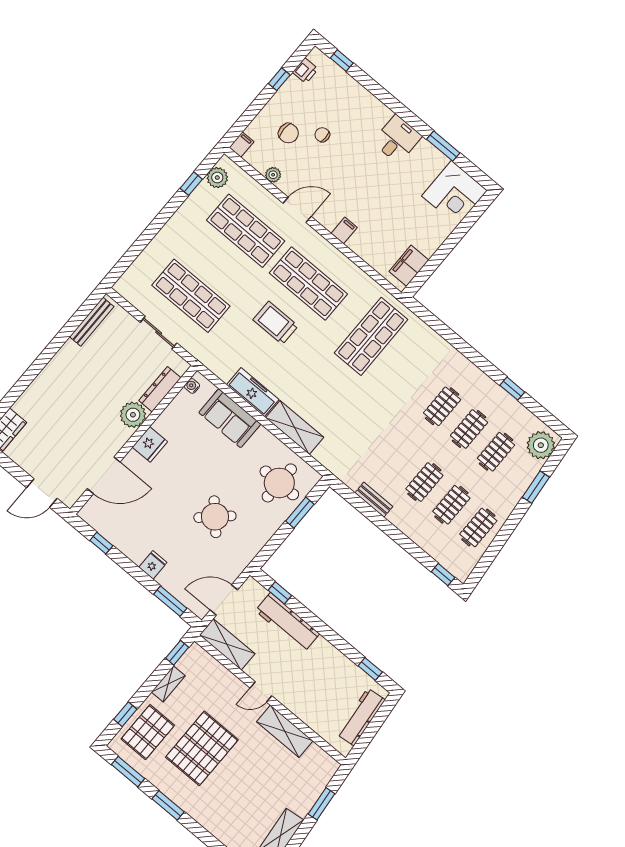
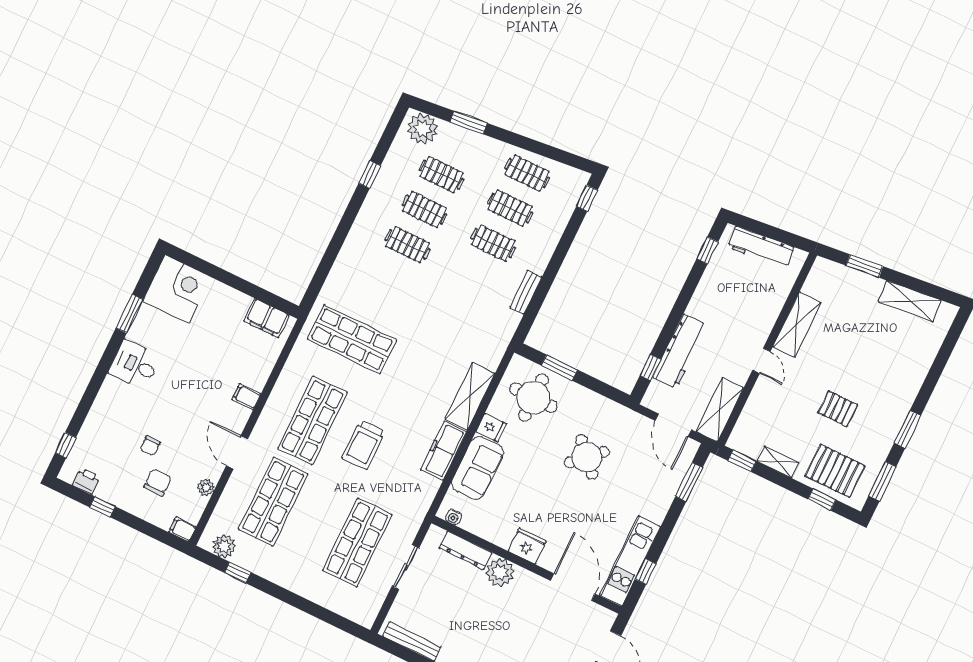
kitchen unit: (114, 532) -> (630, 561), added
fridge: (153, 565) -> (491, 428), moved, turned 180
pallet: (202, 748) -> (838, 409), width x0.49, depth x0.50

